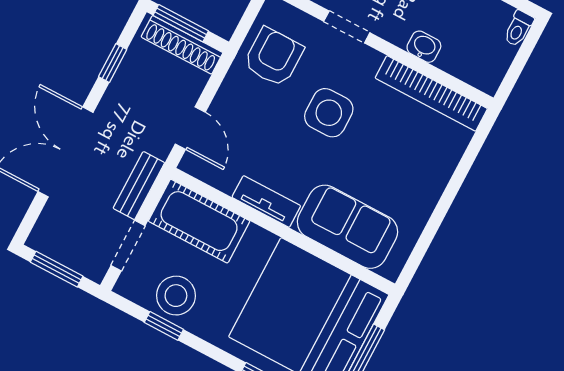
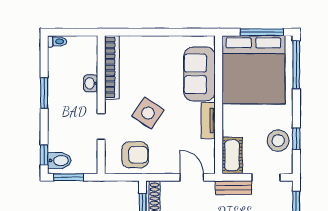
armchair: (273, 57) -> (135, 155), turned 180
side table: (329, 113) -> (148, 113), turned 34
door: (190, 128) -> (192, 177), hinge flipped
cot: (199, 221) -> (232, 155), width x0.73, depth x0.75

